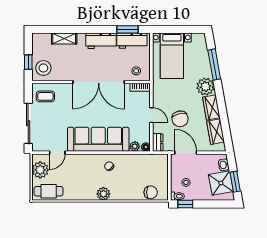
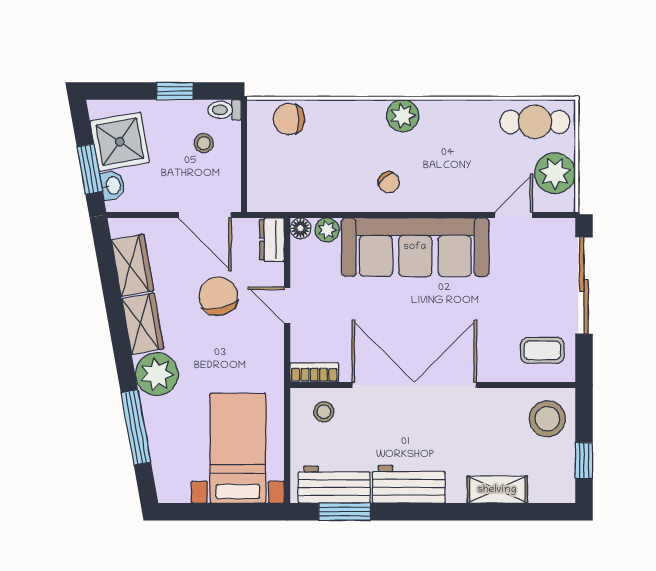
window: (28, 62) -> (584, 460), moved
window: (235, 182) -> (90, 169), moved
window: (185, 204) -> (175, 91), moved

